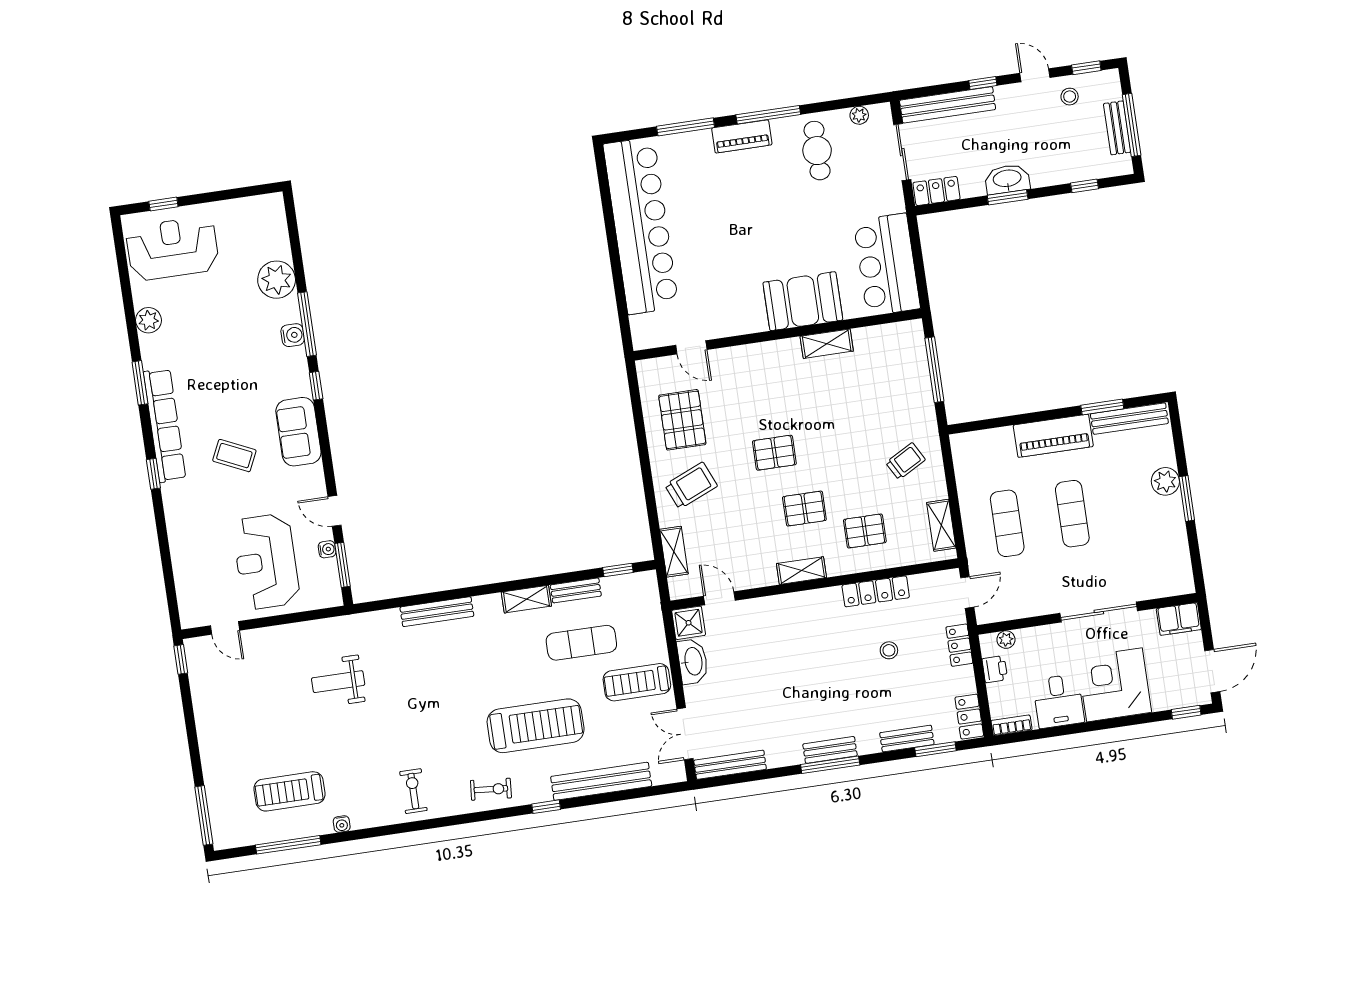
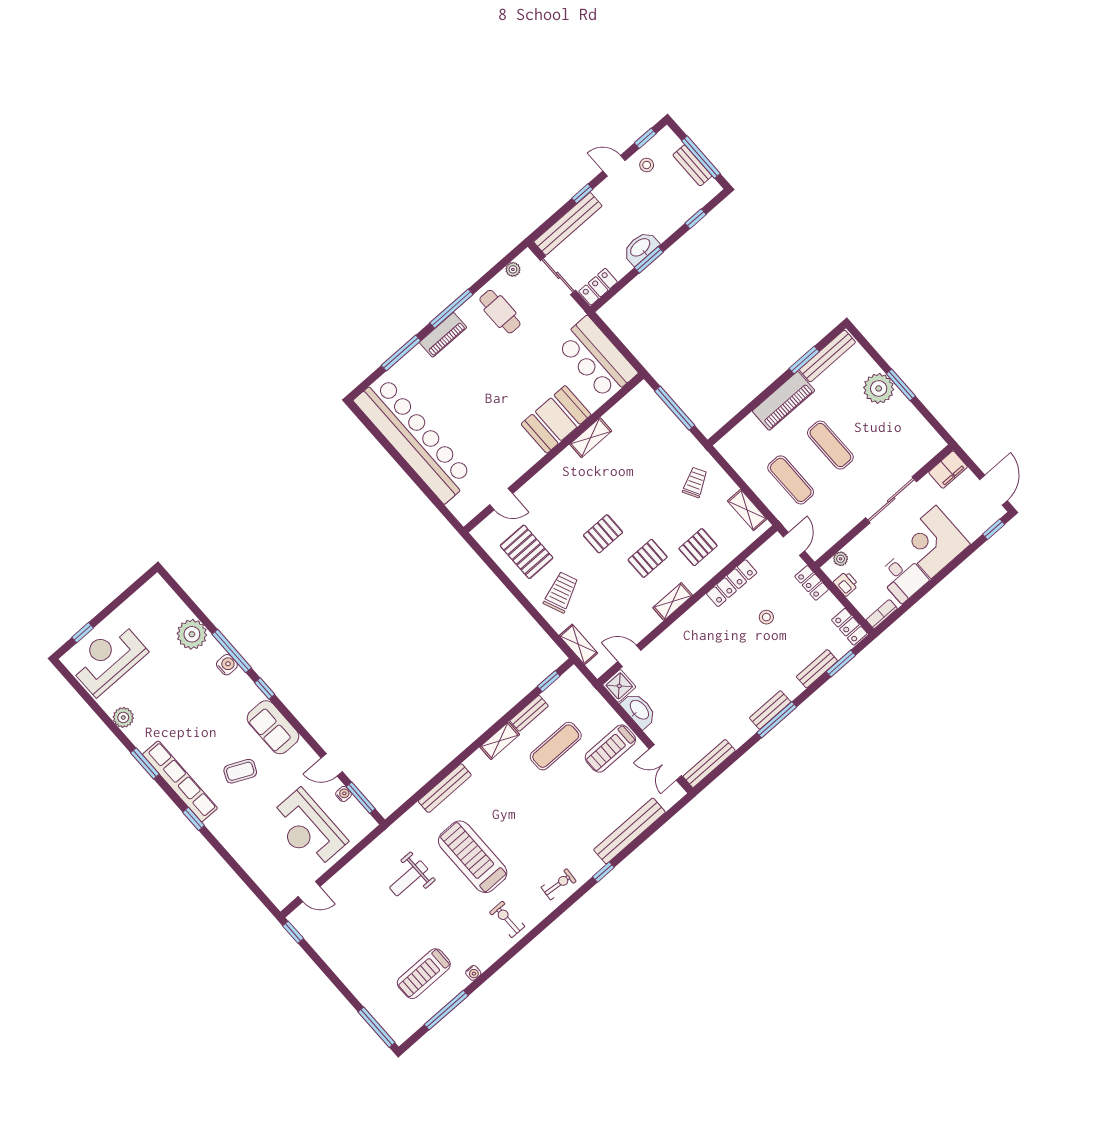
plant: (1165, 481) -> (879, 388), width x1.36, depth x1.36
treadmill: (536, 726) -> (473, 857), moved, turned -90

